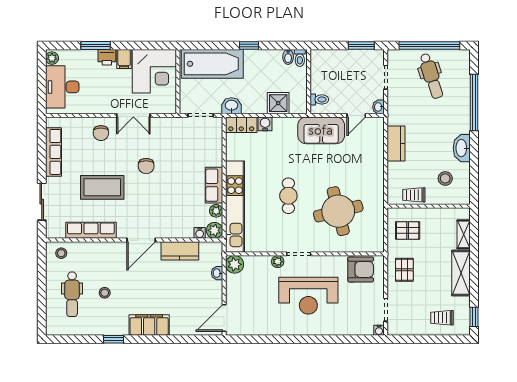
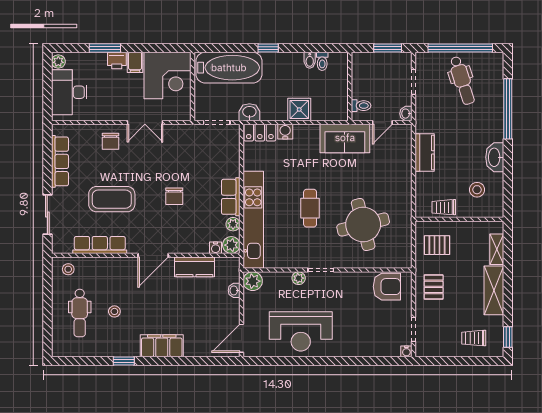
wall: (309, 82) -> (350, 87), moved
toilet: (319, 99) -> (361, 106), moved
chair: (146, 166) -> (174, 196), moved
reception desk: (308, 296) -> (301, 331), moved

